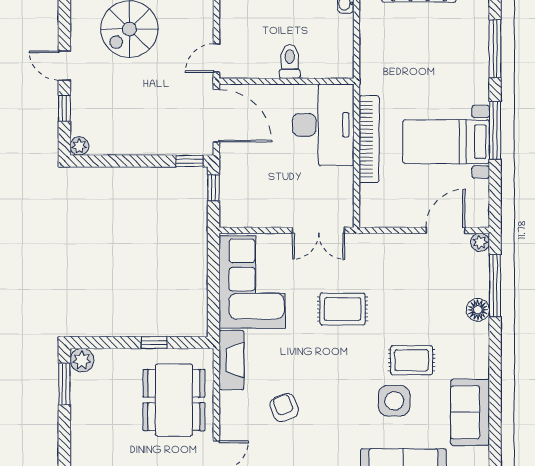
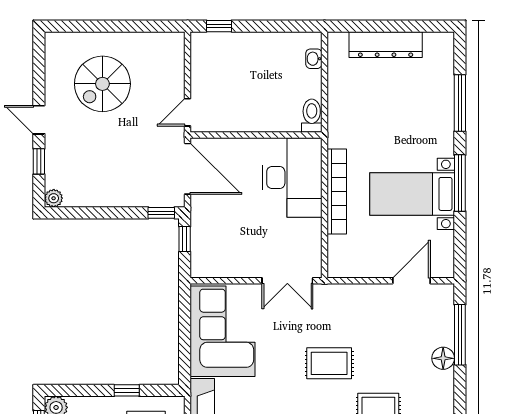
toilet: (290, 61) -> (312, 116), moved
plant: (480, 242) -> (445, 292), removed
rug: (343, 309) -> (329, 363), moved

